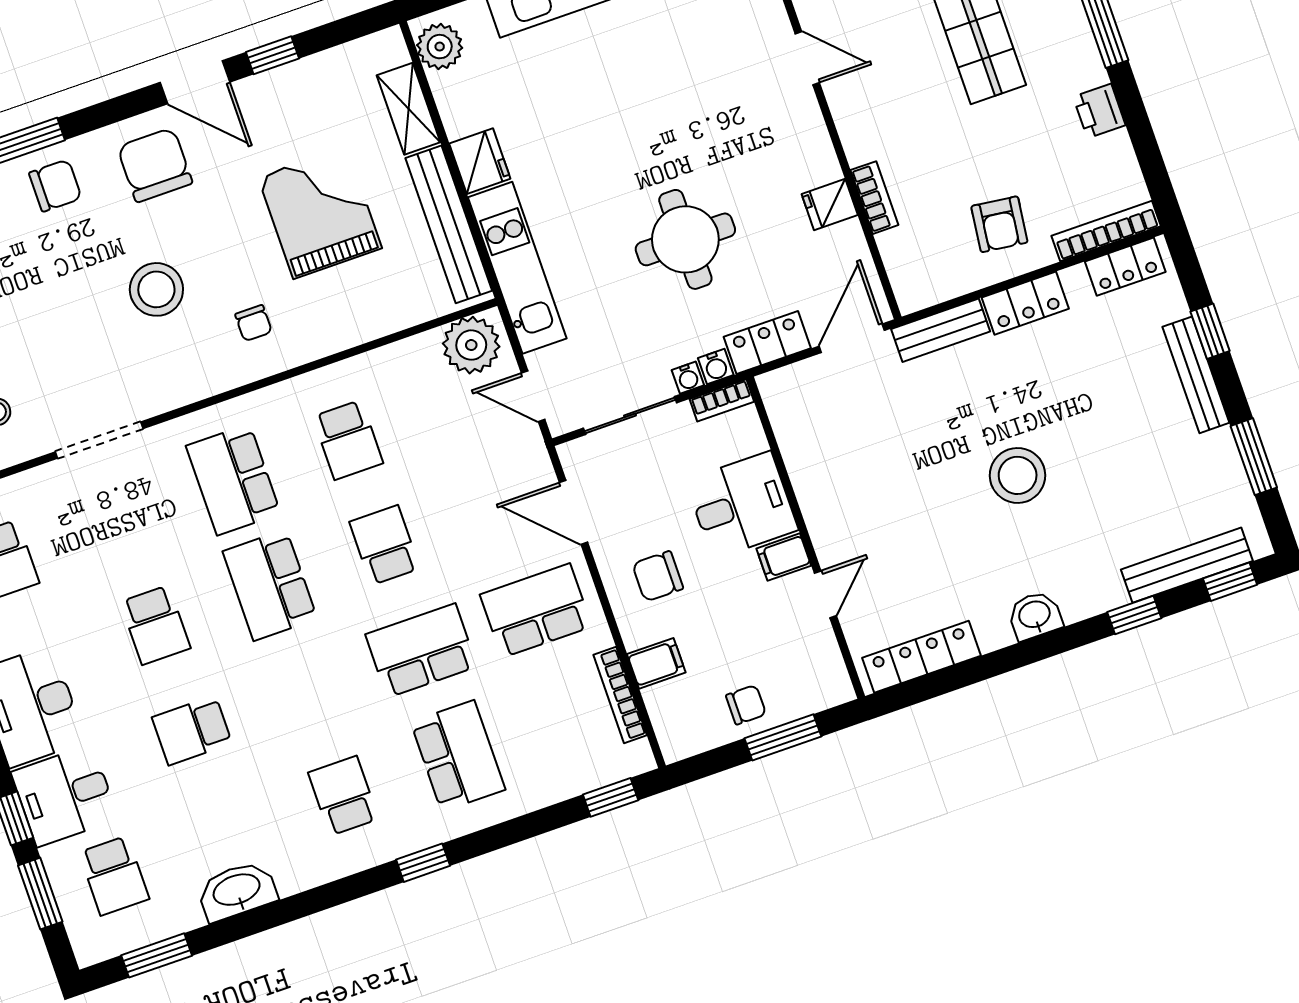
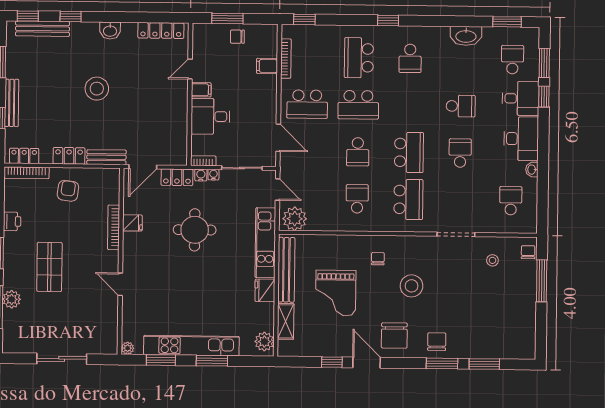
chair: (55, 186) -> (437, 342), turned 90
bookcase: (874, 198) -> (114, 227), width x1.56
chair: (658, 576) -> (254, 100), removed

